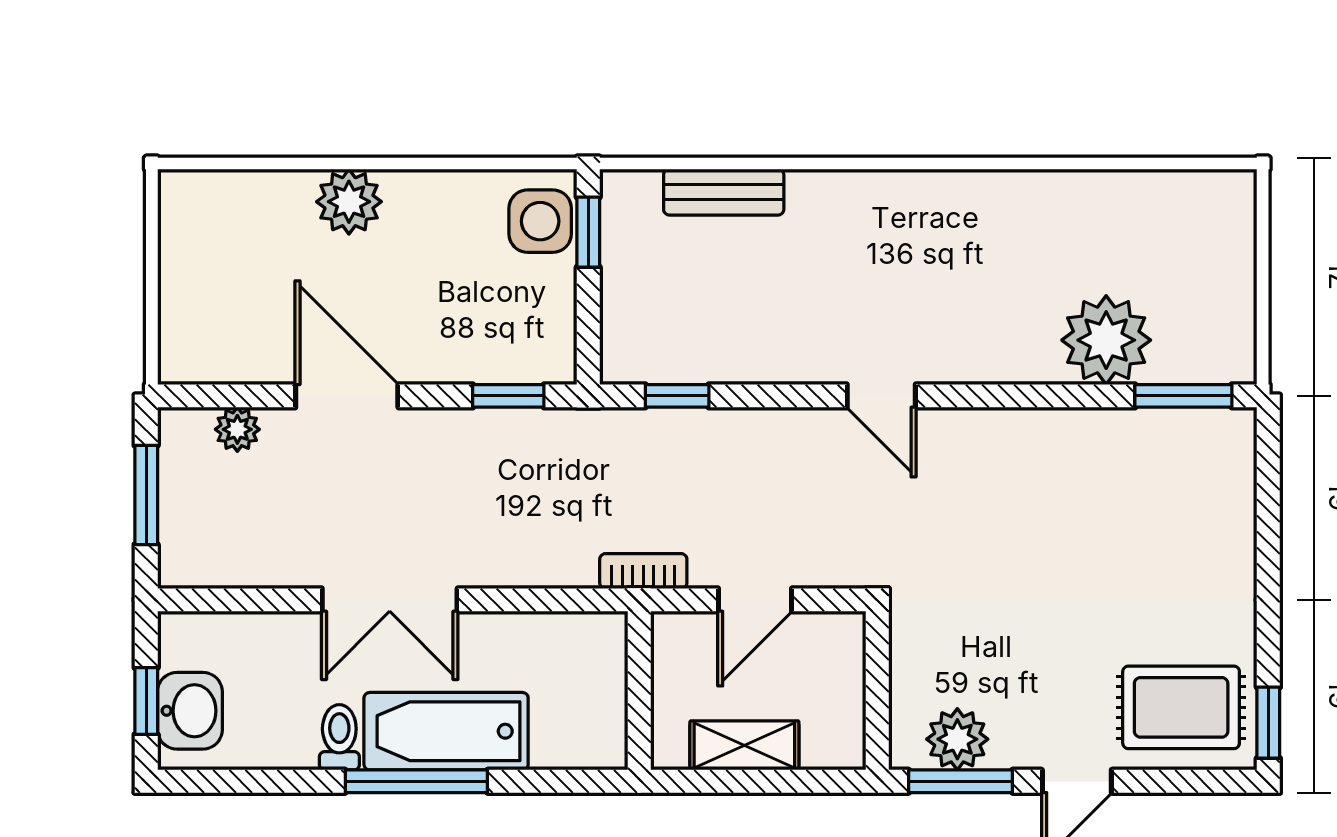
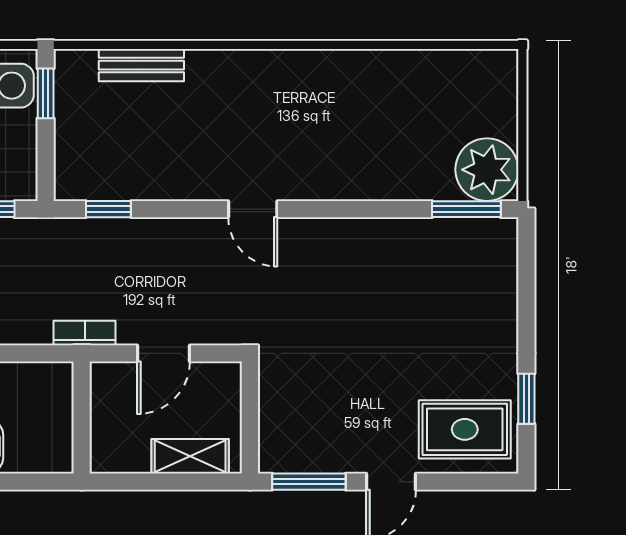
plant: (1106, 340) -> (487, 170), moved
window: (1268, 723) -> (526, 399), moved
plant: (957, 739) -> (307, 452), removed
shelving: (744, 745) -> (190, 456), moved

